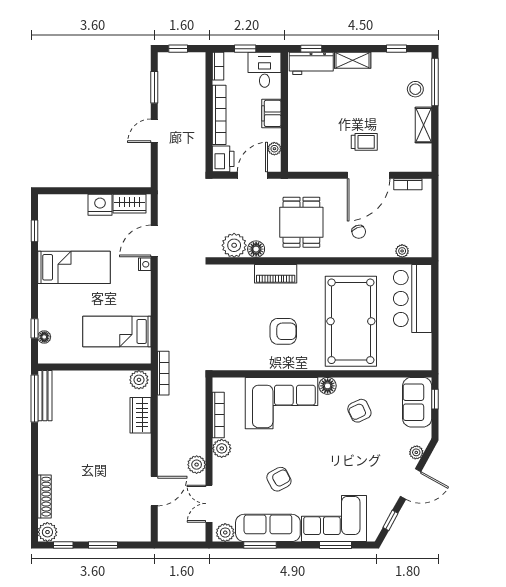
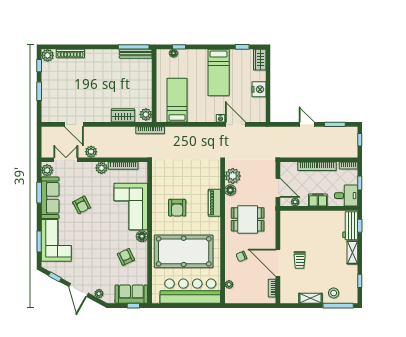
printer: (223, 159) -> (289, 169), removed
wardrobe: (130, 204) -> (260, 60), moved
bar counter: (413, 299) -> (190, 291), width x1.36

